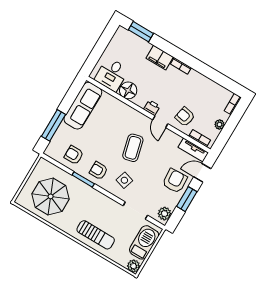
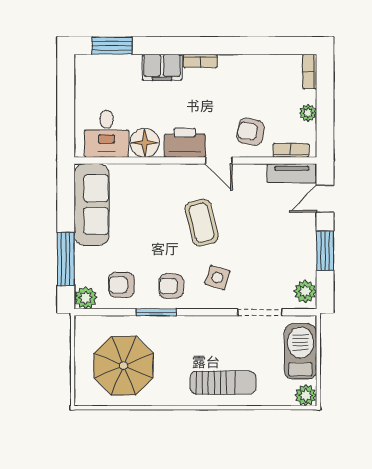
printer: (152, 108) -> (185, 143), width x1.87, depth x1.48
plant: (52, 151) -> (86, 298), added
armchair: (175, 181) -> (292, 235), removed

